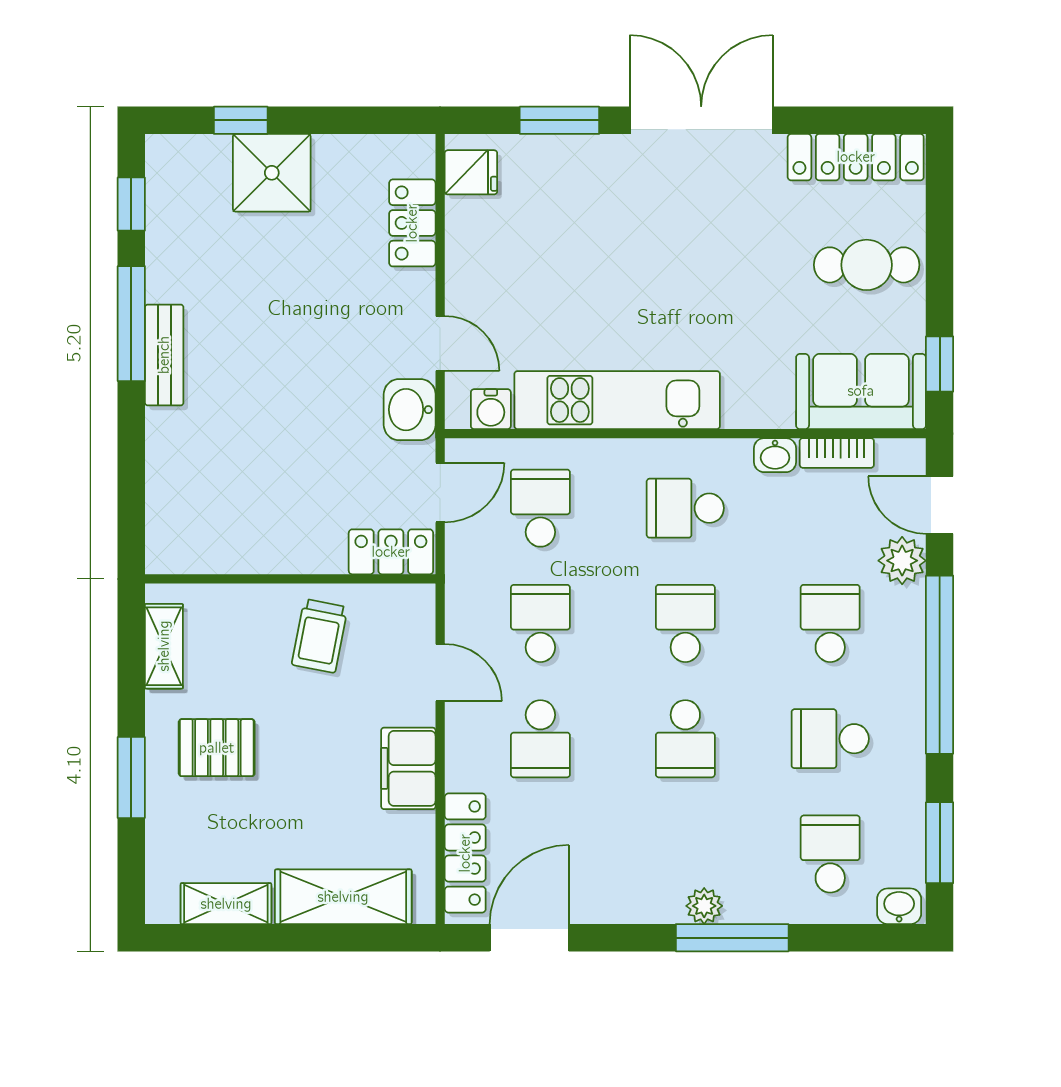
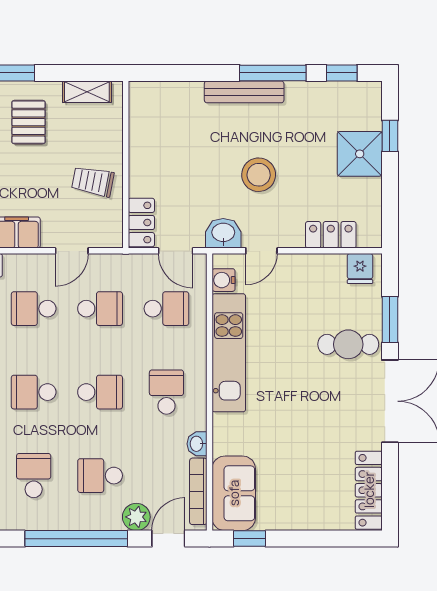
cafe table: (867, 265) -> (348, 344), moved, turned 90
stool: (308, 348) -> (259, 175), added
bench: (164, 355) -> (244, 92), width x1.36
bookcase: (837, 453) -> (198, 491), width x1.56
school desk: (830, 623) -> (100, 476), turned 180

